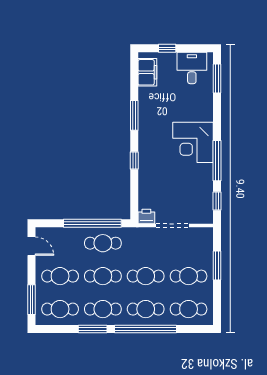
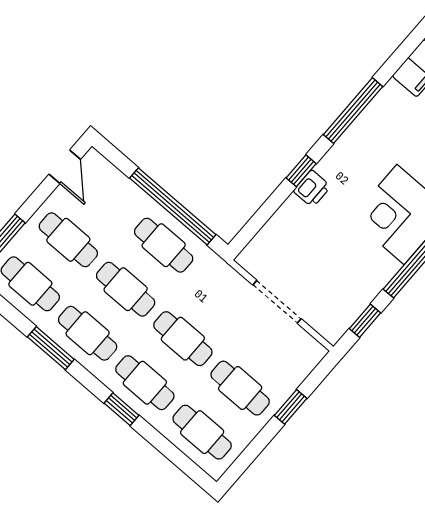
window: (134, 115) -> (353, 111), width x1.44
printer: (146, 216) -> (312, 189), moved, turned 90
window: (217, 265) -> (291, 407), width x0.67
window: (146, 329) -> (122, 409), width x0.32

